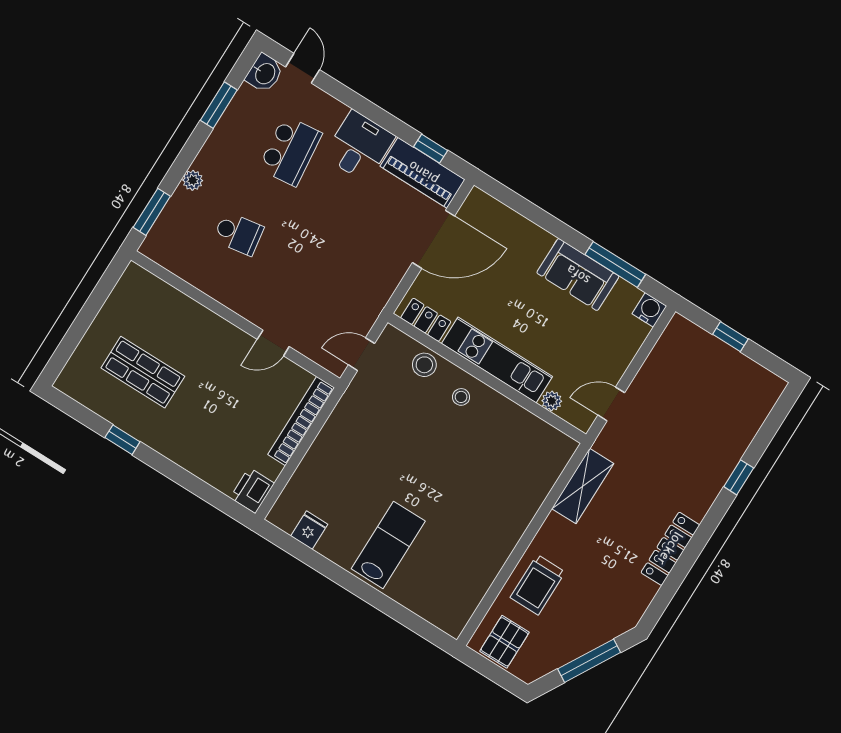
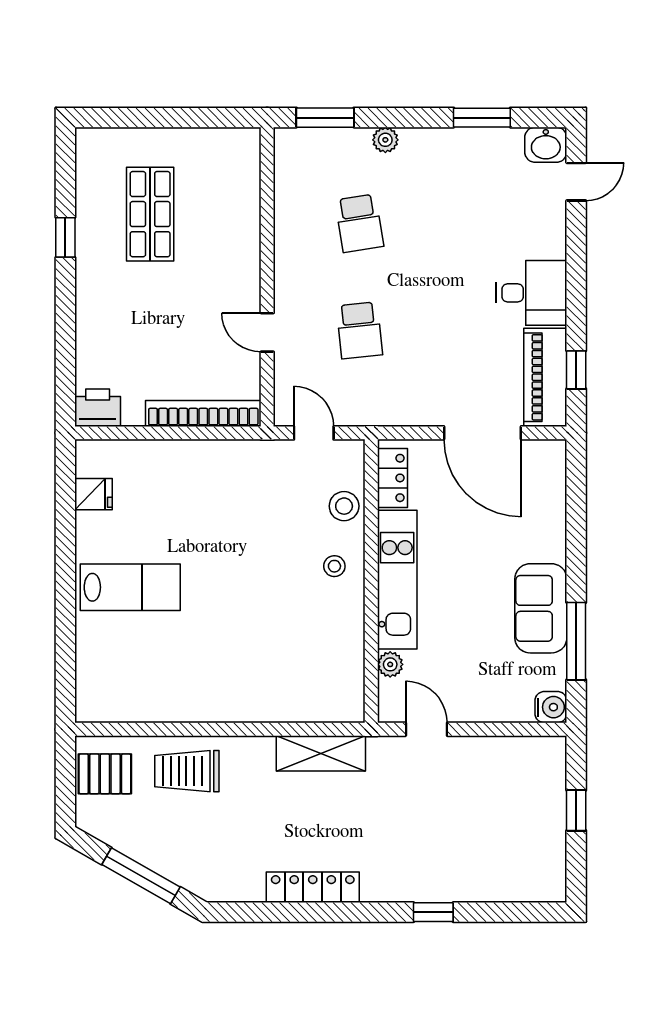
school desk: (290, 151) -> (359, 330), moved, width x0.54

